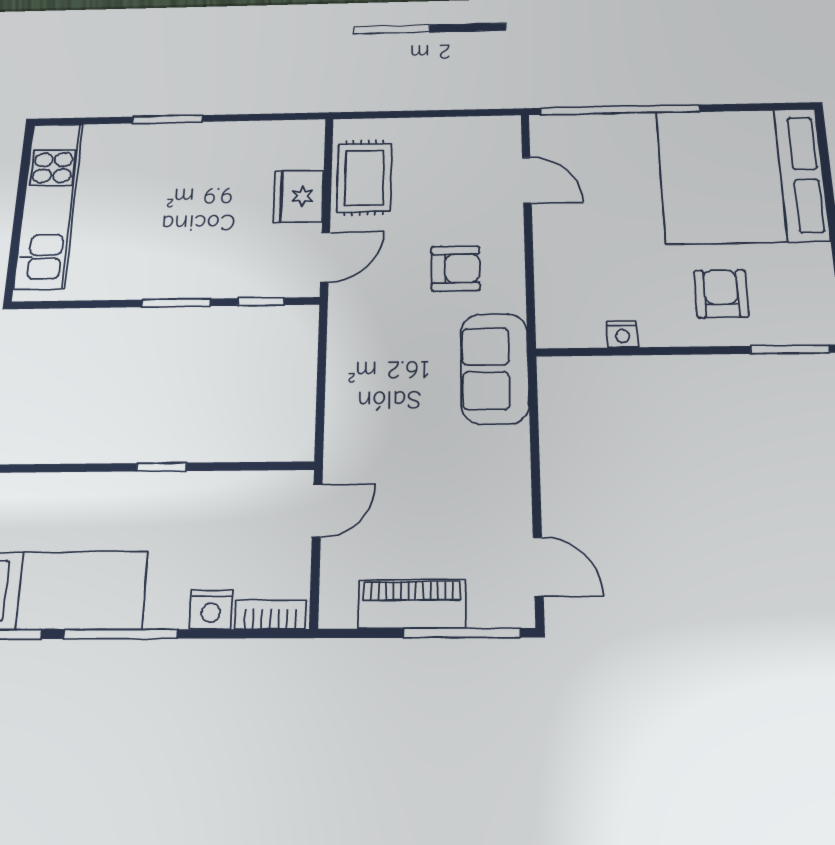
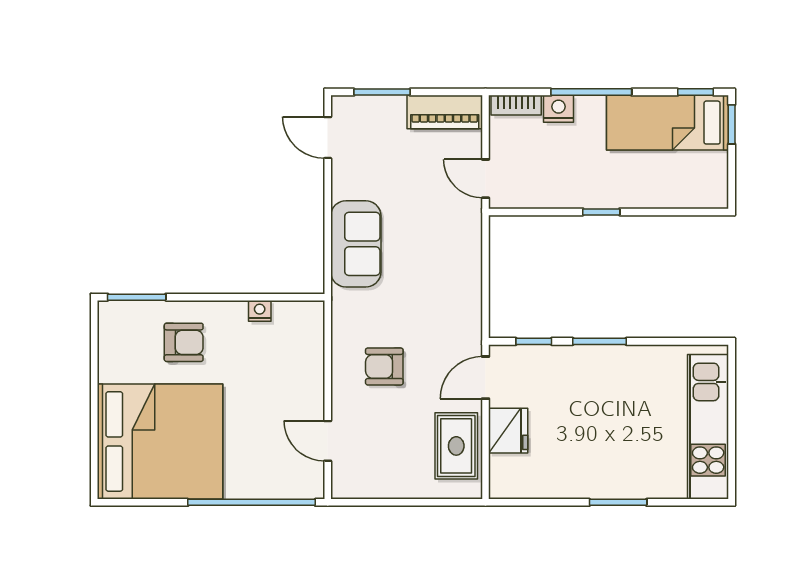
armchair: (721, 294) -> (184, 342), turned -90
sofa: (495, 368) -> (356, 244), moved
door: (317, 511) -> (485, 179), hinge flipped
piano: (412, 604) -> (445, 112), moved
window: (462, 633) -> (382, 92), width x0.69
window: (121, 634) -> (591, 92), moved

